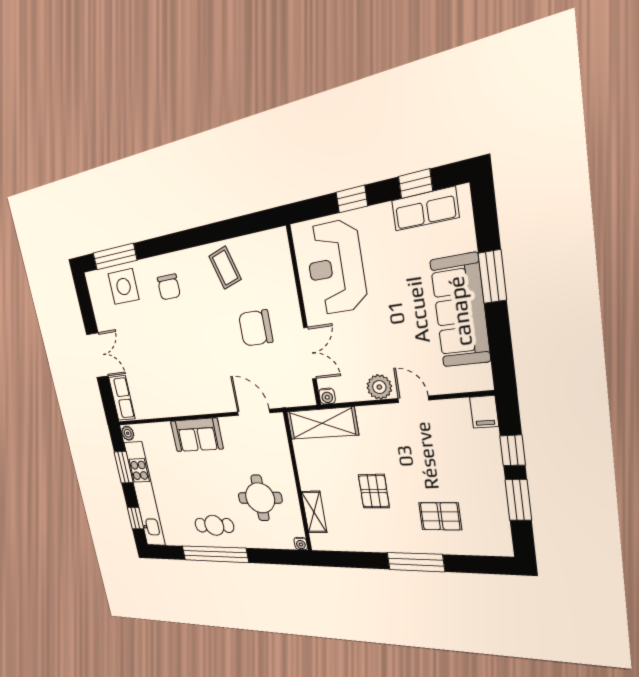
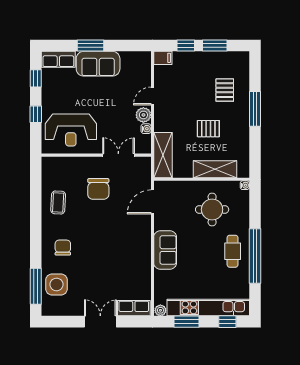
row of seats: (425, 209) -> (58, 59), moved, turned 90
coffee table: (225, 268) -> (58, 202), turned -70
chair: (169, 287) -> (63, 248), turned -90
sofa: (460, 311) -> (98, 64), width x0.73
water cooler: (327, 396) -> (146, 129), moved
shelving: (314, 512) -> (215, 169), width x1.50, depth x1.33

